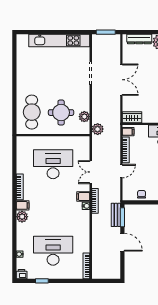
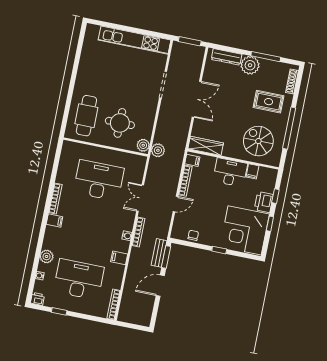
plant: (84, 117) -> (143, 145), moved
wardrobe: (132, 117) -> (206, 146), width x1.50
filing cabinet: (83, 197) -> (119, 258), moved
plant: (22, 217) -> (47, 256), moved
door: (122, 242) -> (160, 286), swing flipped

